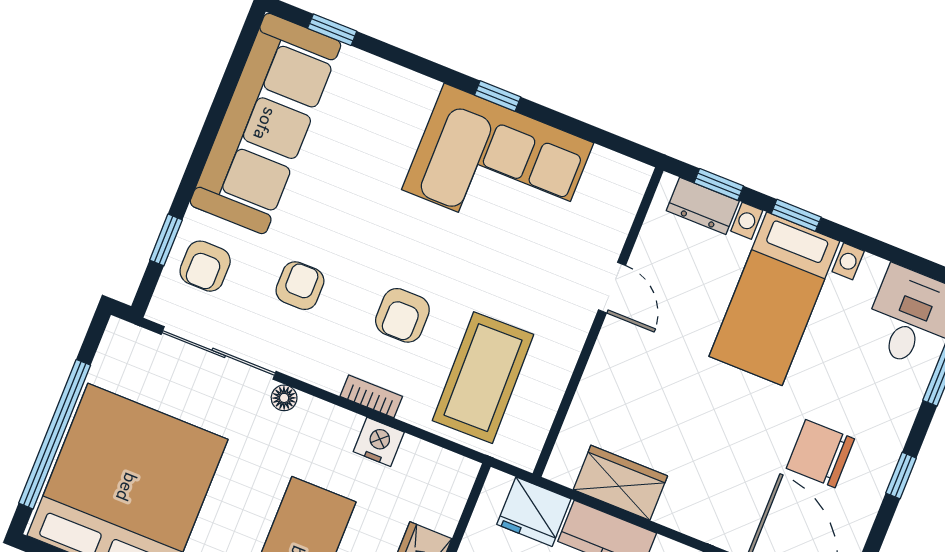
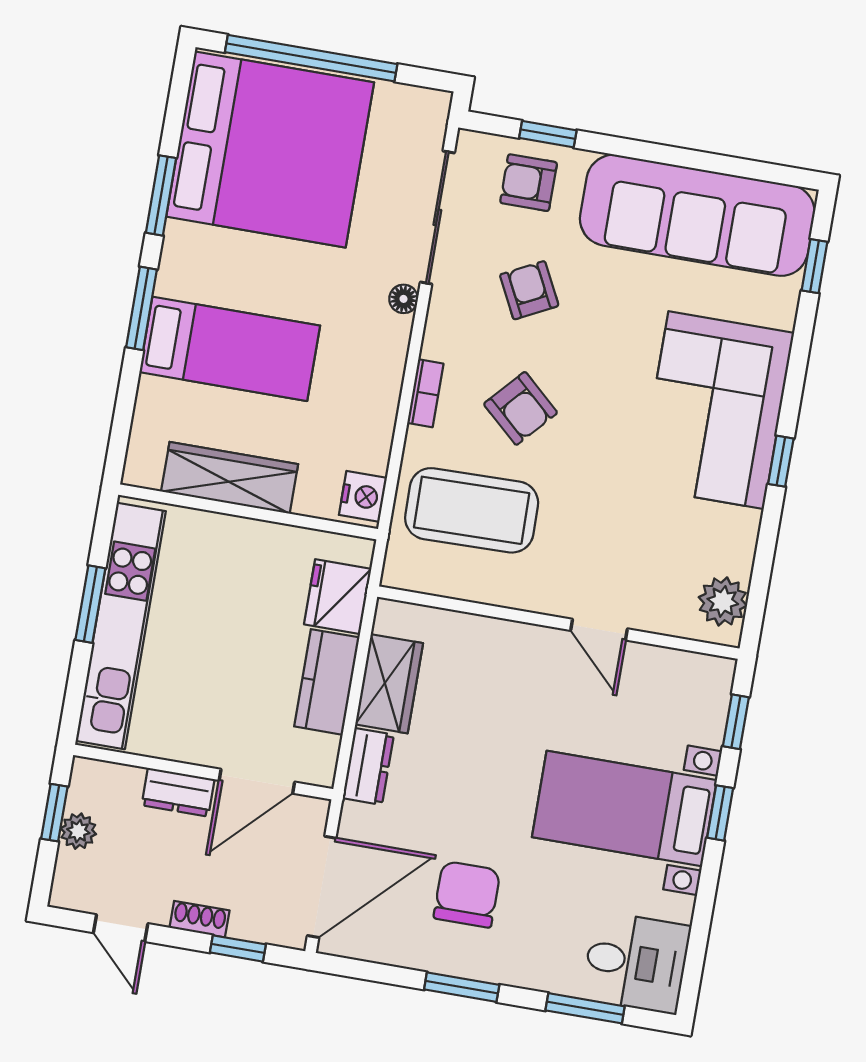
corner sofa: (498, 166) -> (716, 410), moved
plant: (610, 173) -> (723, 601), added
dresser: (703, 206) -> (368, 766), moved, turned 180
armchair: (300, 286) -> (529, 290), turned -117
door: (612, 288) -> (599, 630), hinge flipped
armchair: (402, 315) -> (521, 408), turned -138
nightstand: (379, 442) -> (363, 496), moved
window: (901, 476) -> (462, 987), width x1.50

